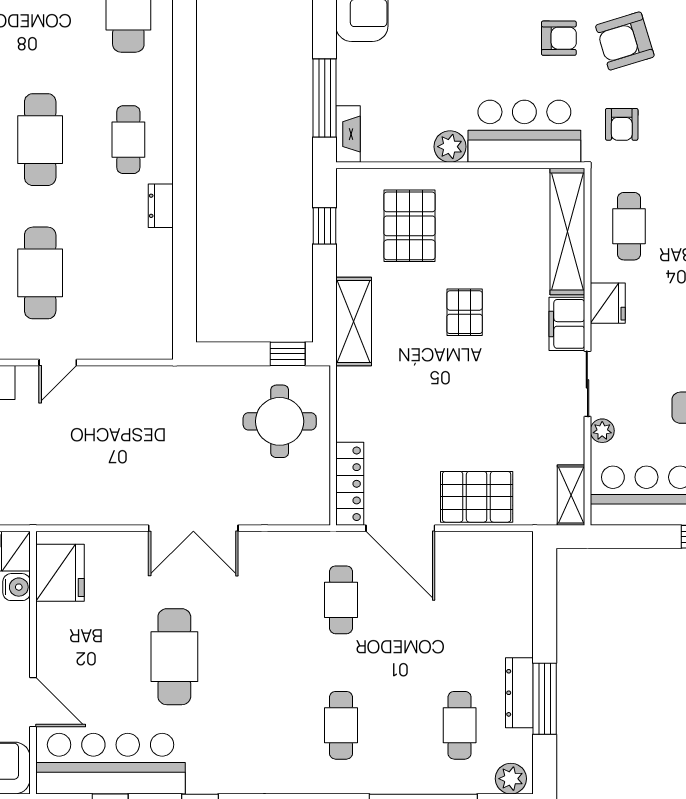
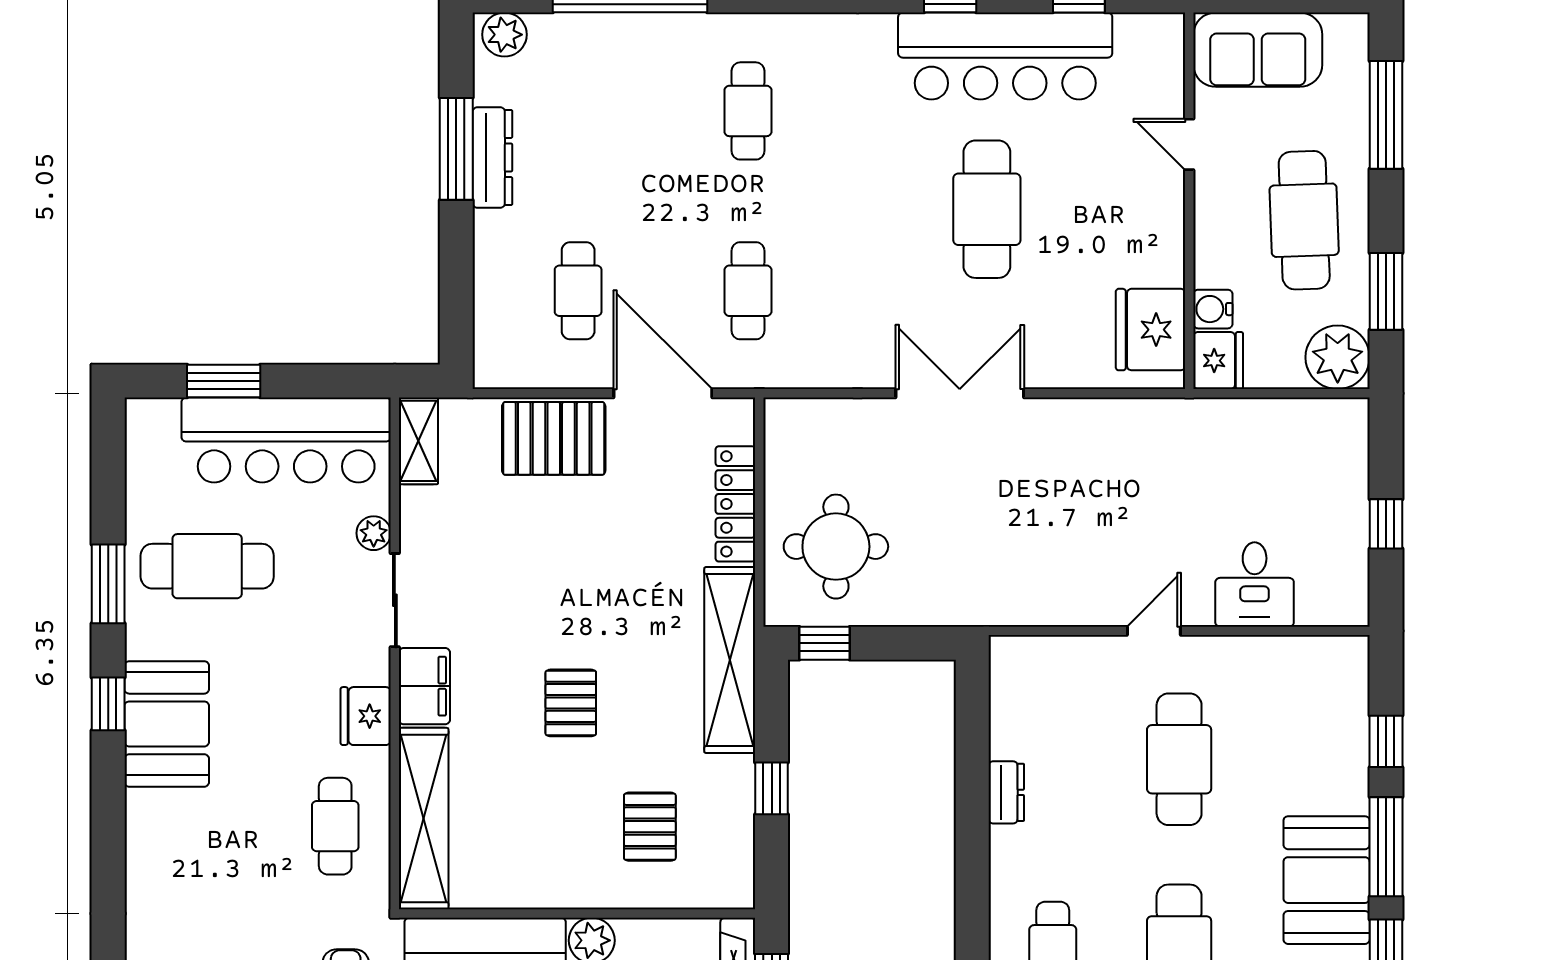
dresser: (161, 206) -> (1006, 792), moved
window: (325, 226) -> (772, 788), moved
pallet: (410, 226) -> (650, 827), width x0.67, depth x0.71
shelving: (354, 321) -> (730, 660), width x1.47
locker: (350, 484) -> (735, 504), moved
door: (33, 702) -> (1189, 144), width x0.73
cafe table: (460, 725) -> (578, 291), moved
bar counter: (111, 764) -> (1005, 56), moved

